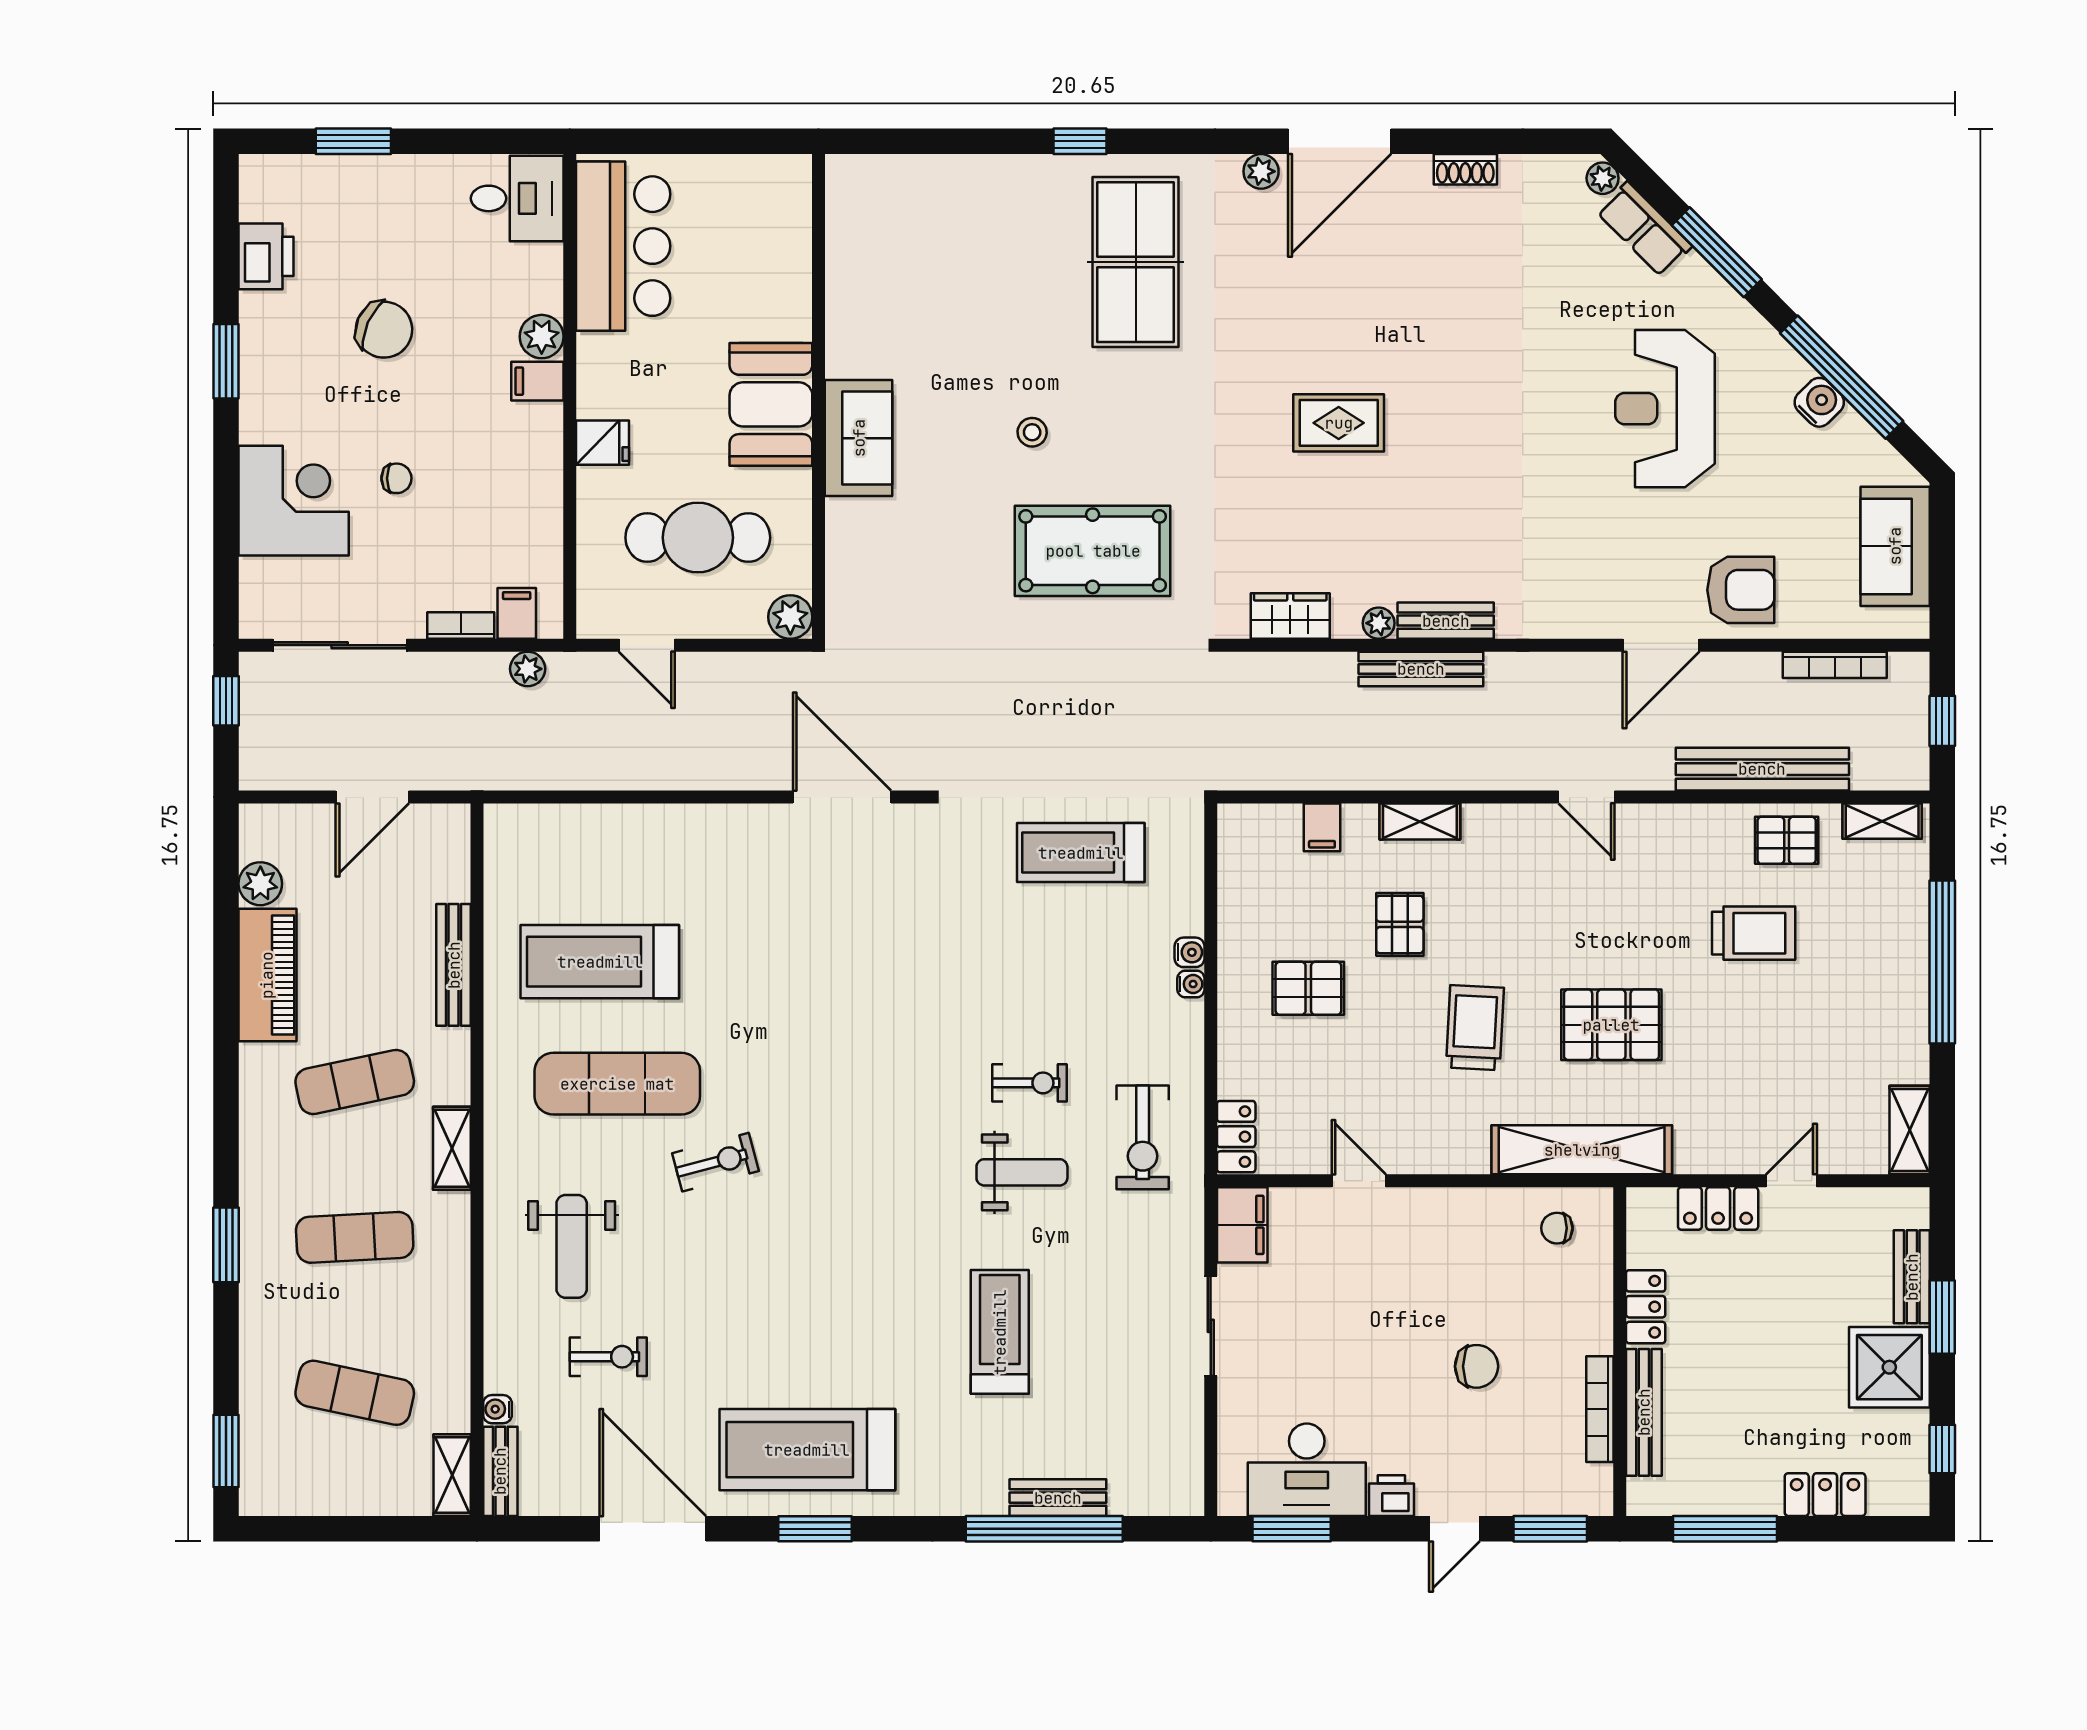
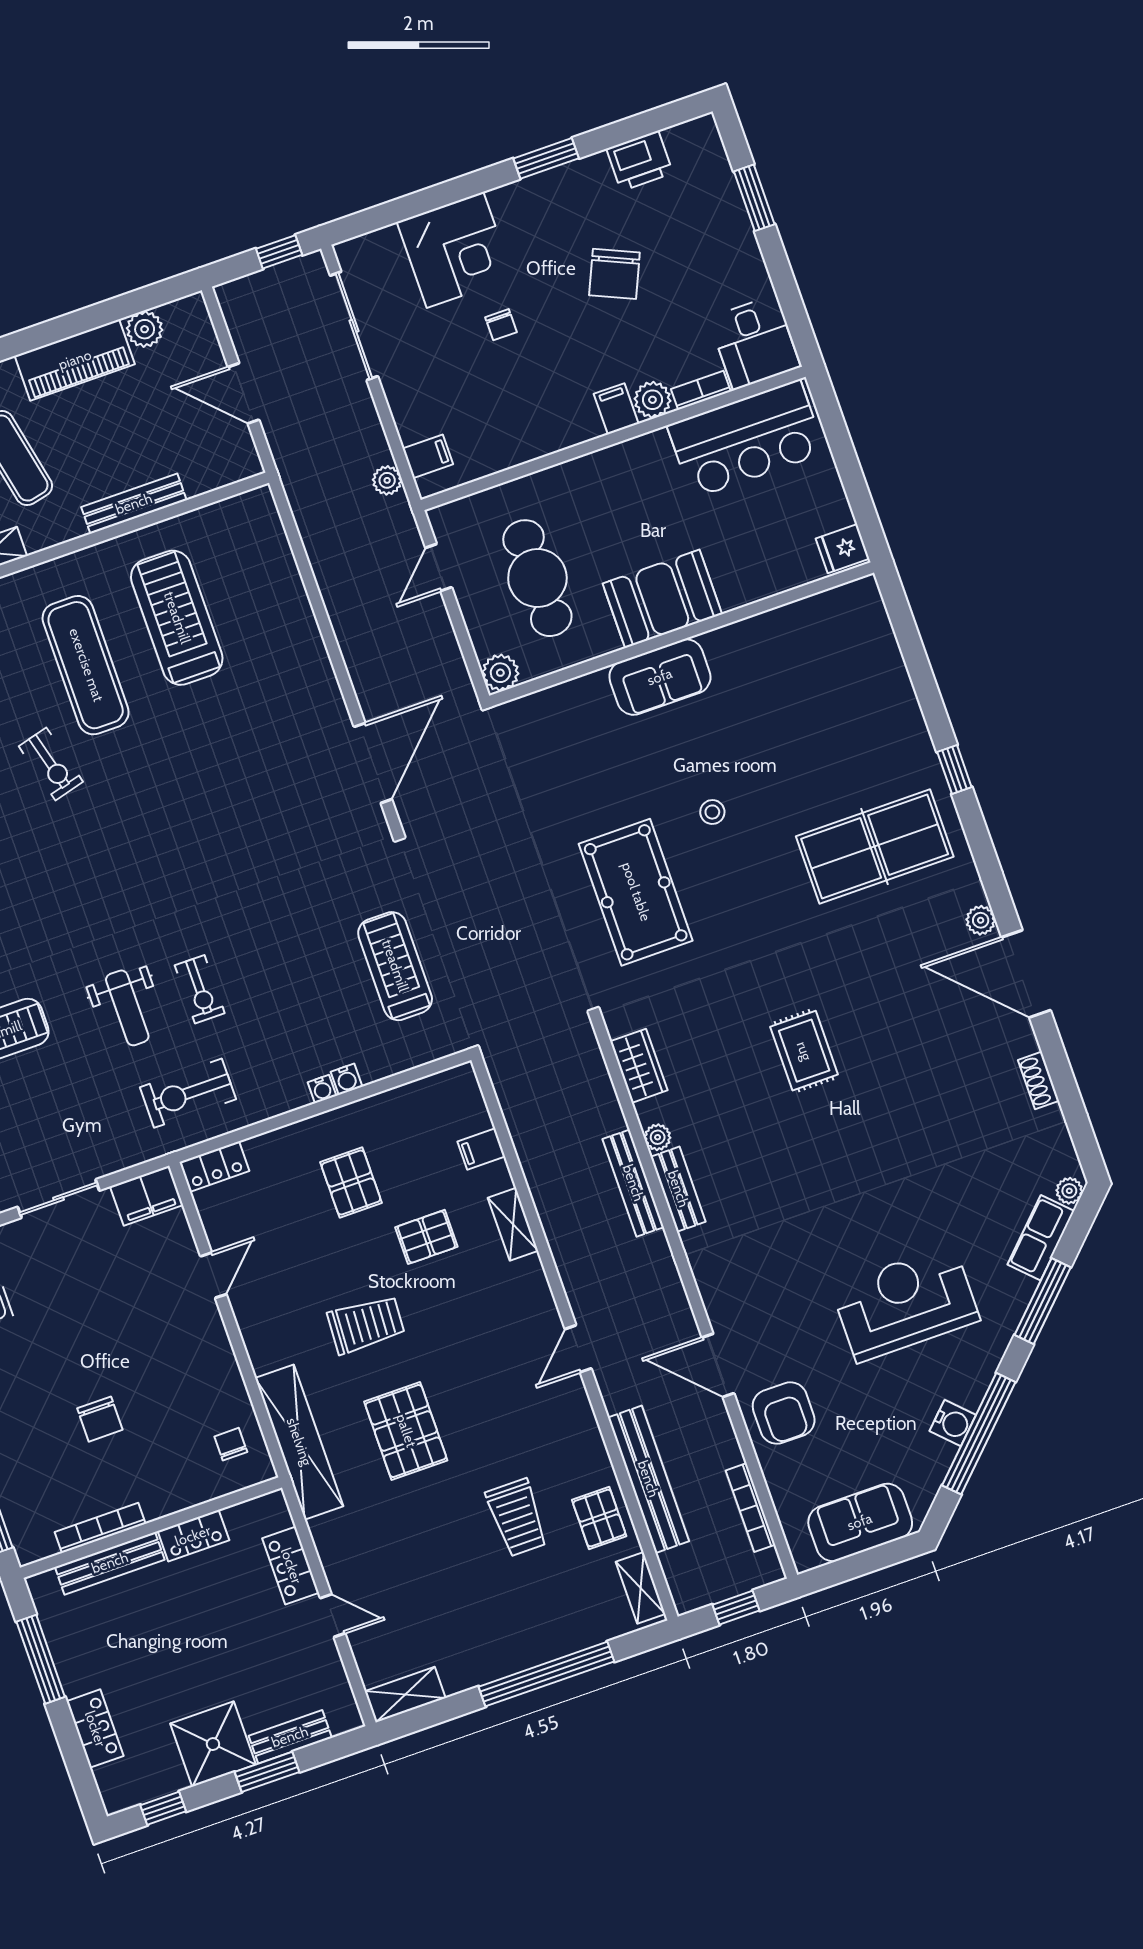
fridge: (603, 443) -> (842, 549), moved, turned 90
bookcase: (461, 626) -> (701, 390), moved, turned -90

